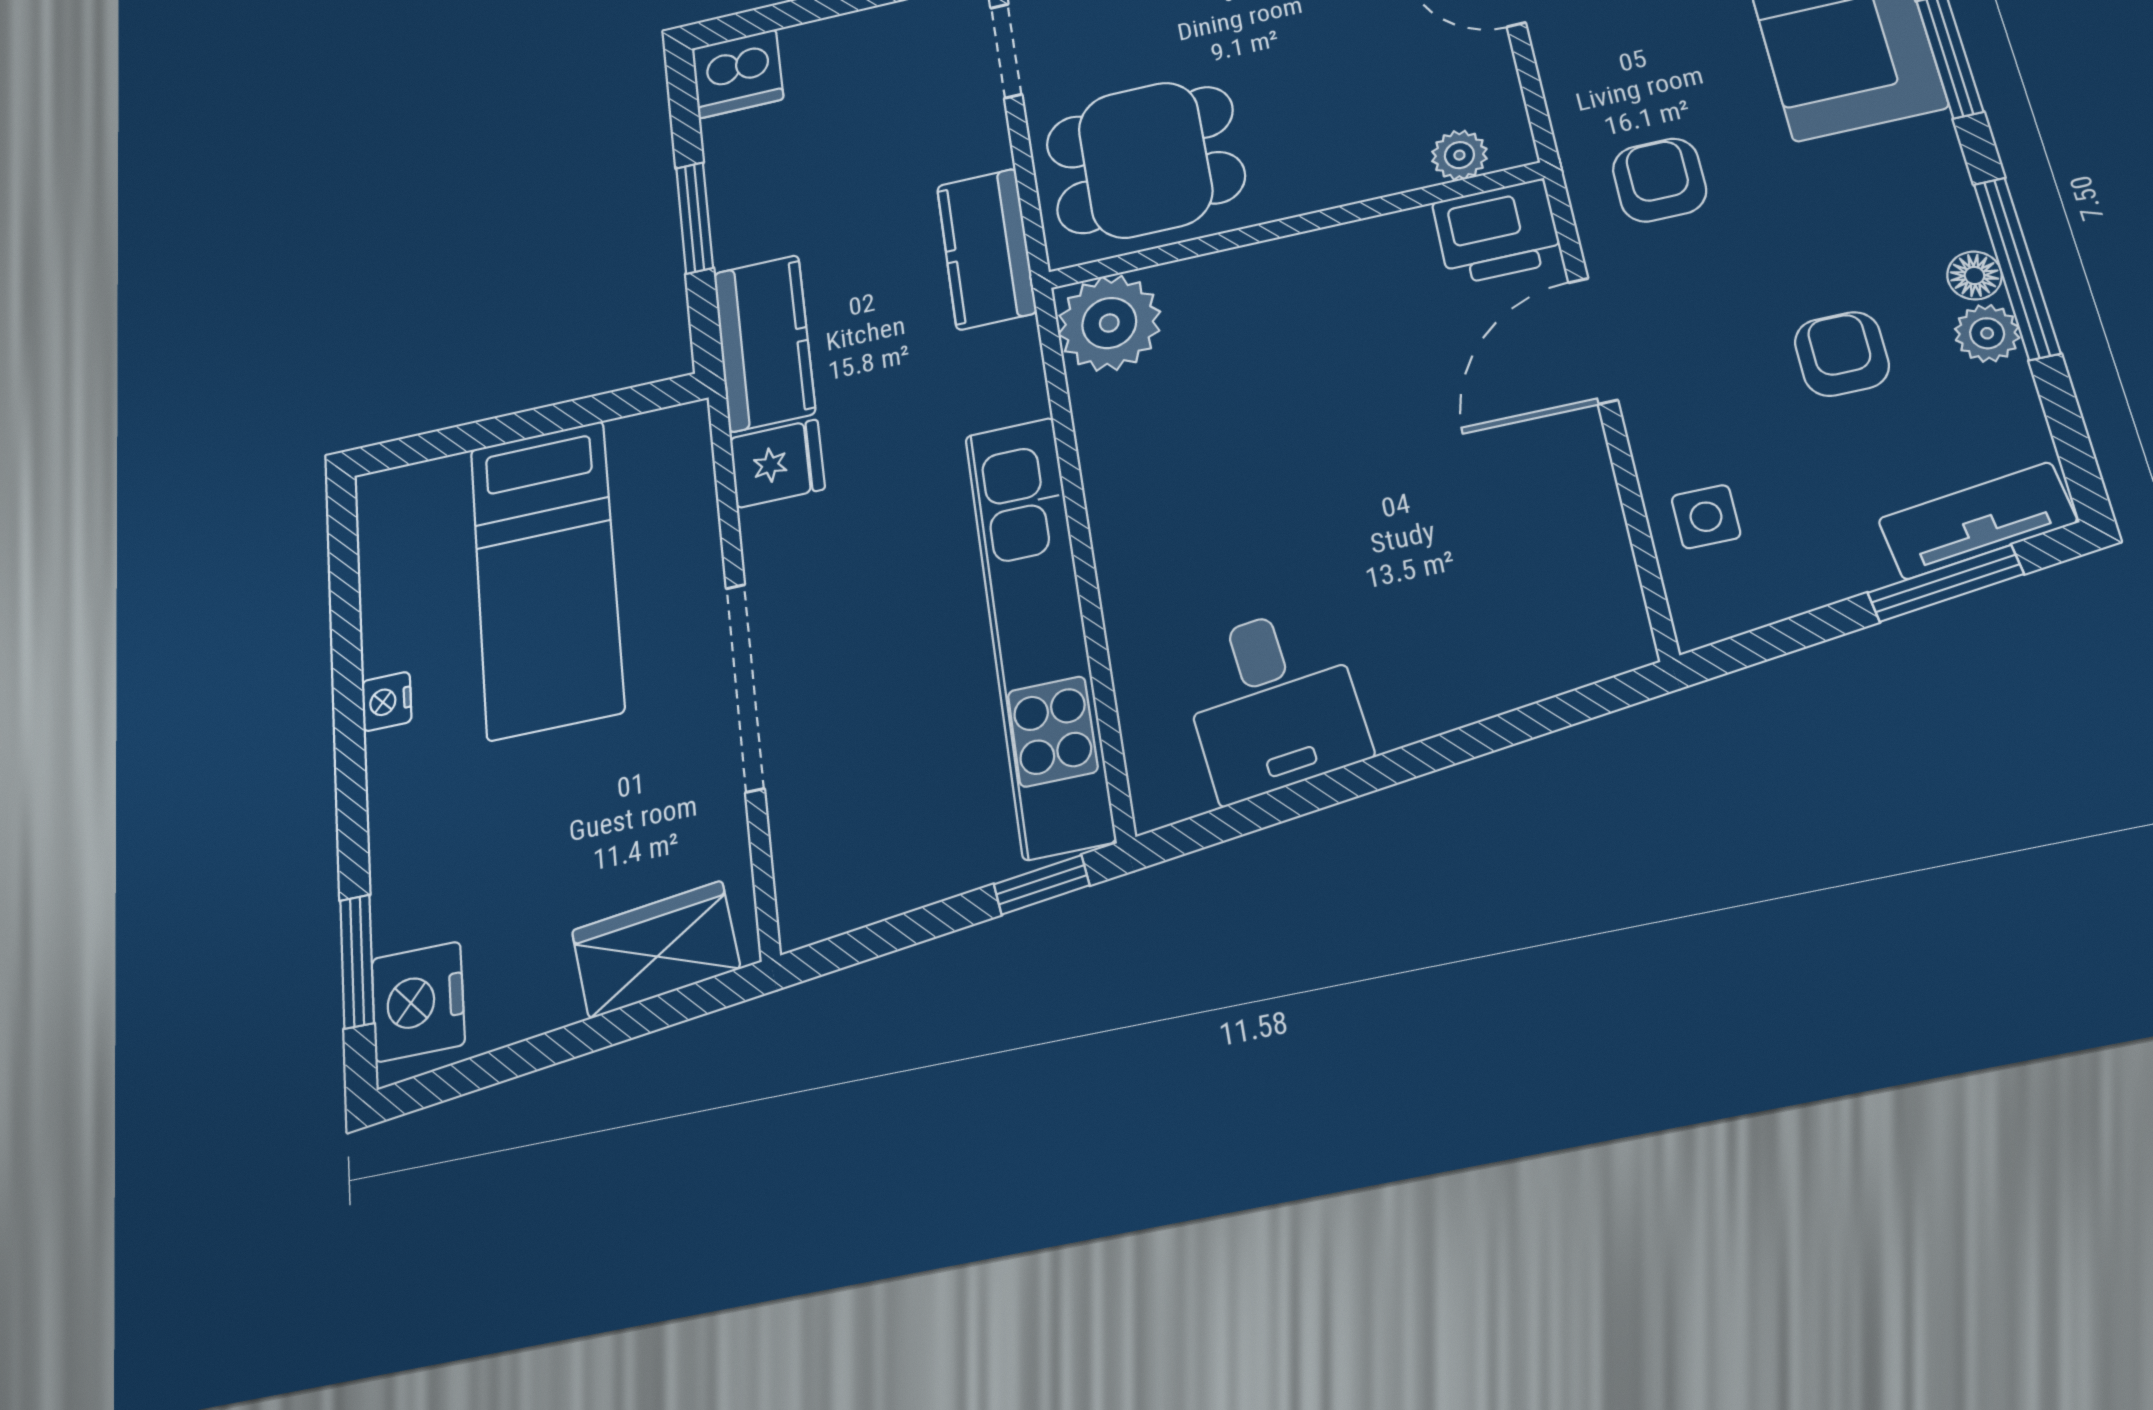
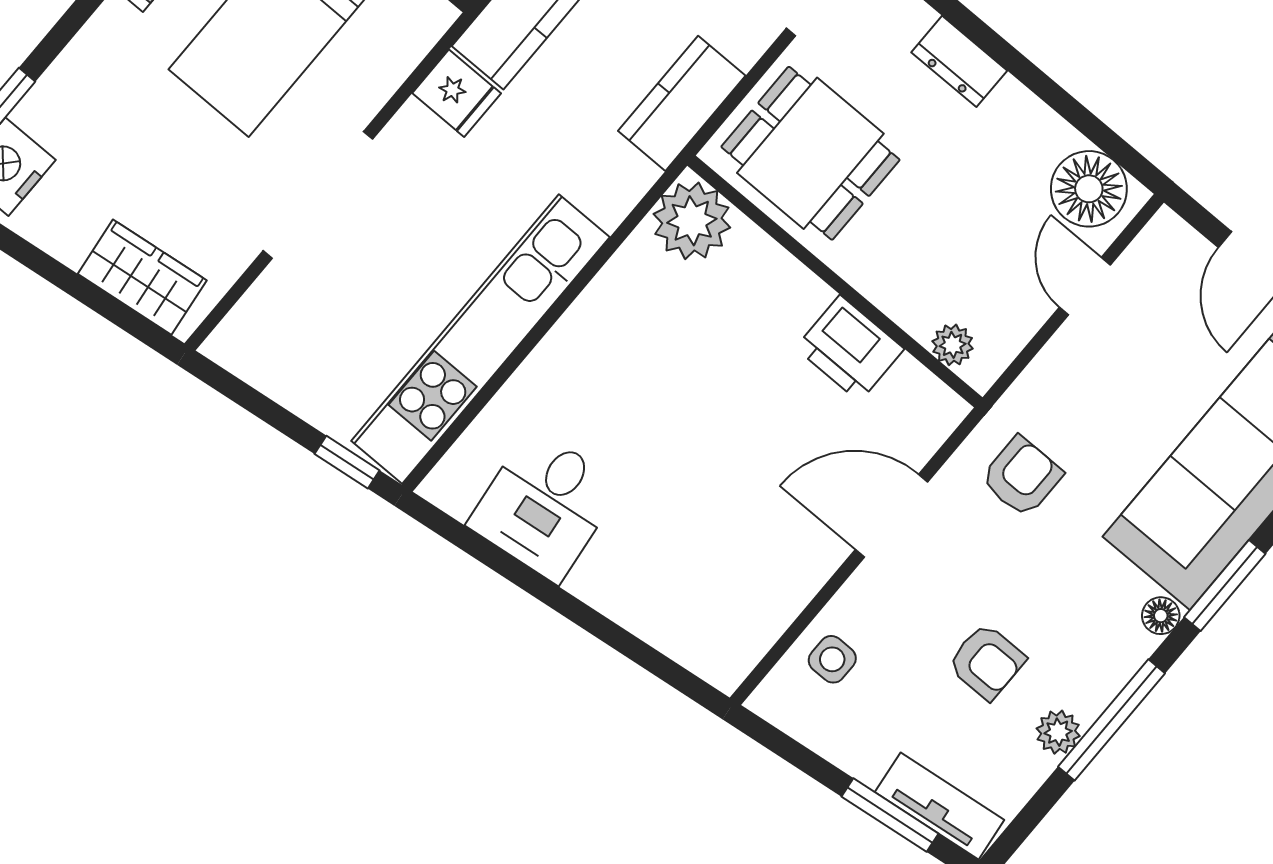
printer: (1497, 232) -> (850, 348), moved
floor lamp: (1974, 275) -> (1161, 616), moved
armchair: (1842, 354) -> (987, 662), turned 90

